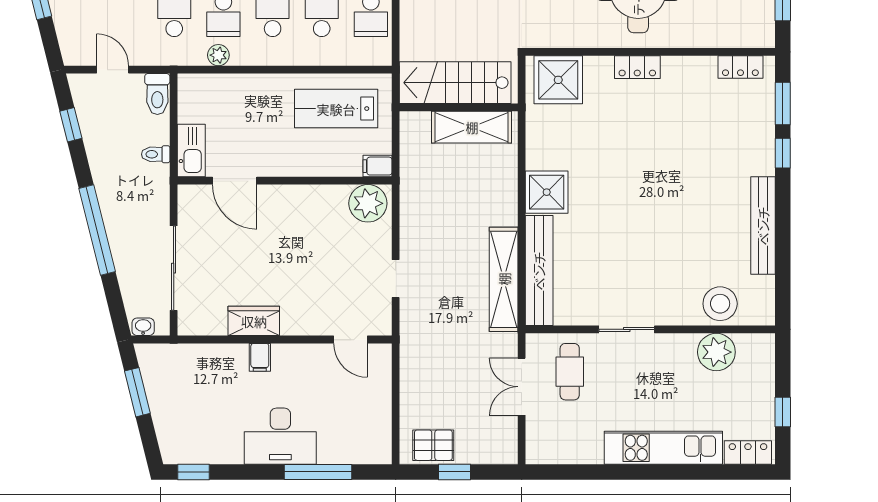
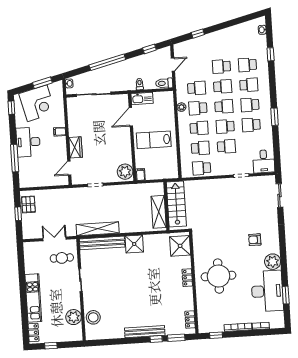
lab bench: (336, 109) -> (154, 140), moved, turned -90
bench: (763, 226) -> (145, 332), moved
wardrobe: (254, 321) -> (76, 147), moved
corner desk: (187, 408) -> (37, 103), added

